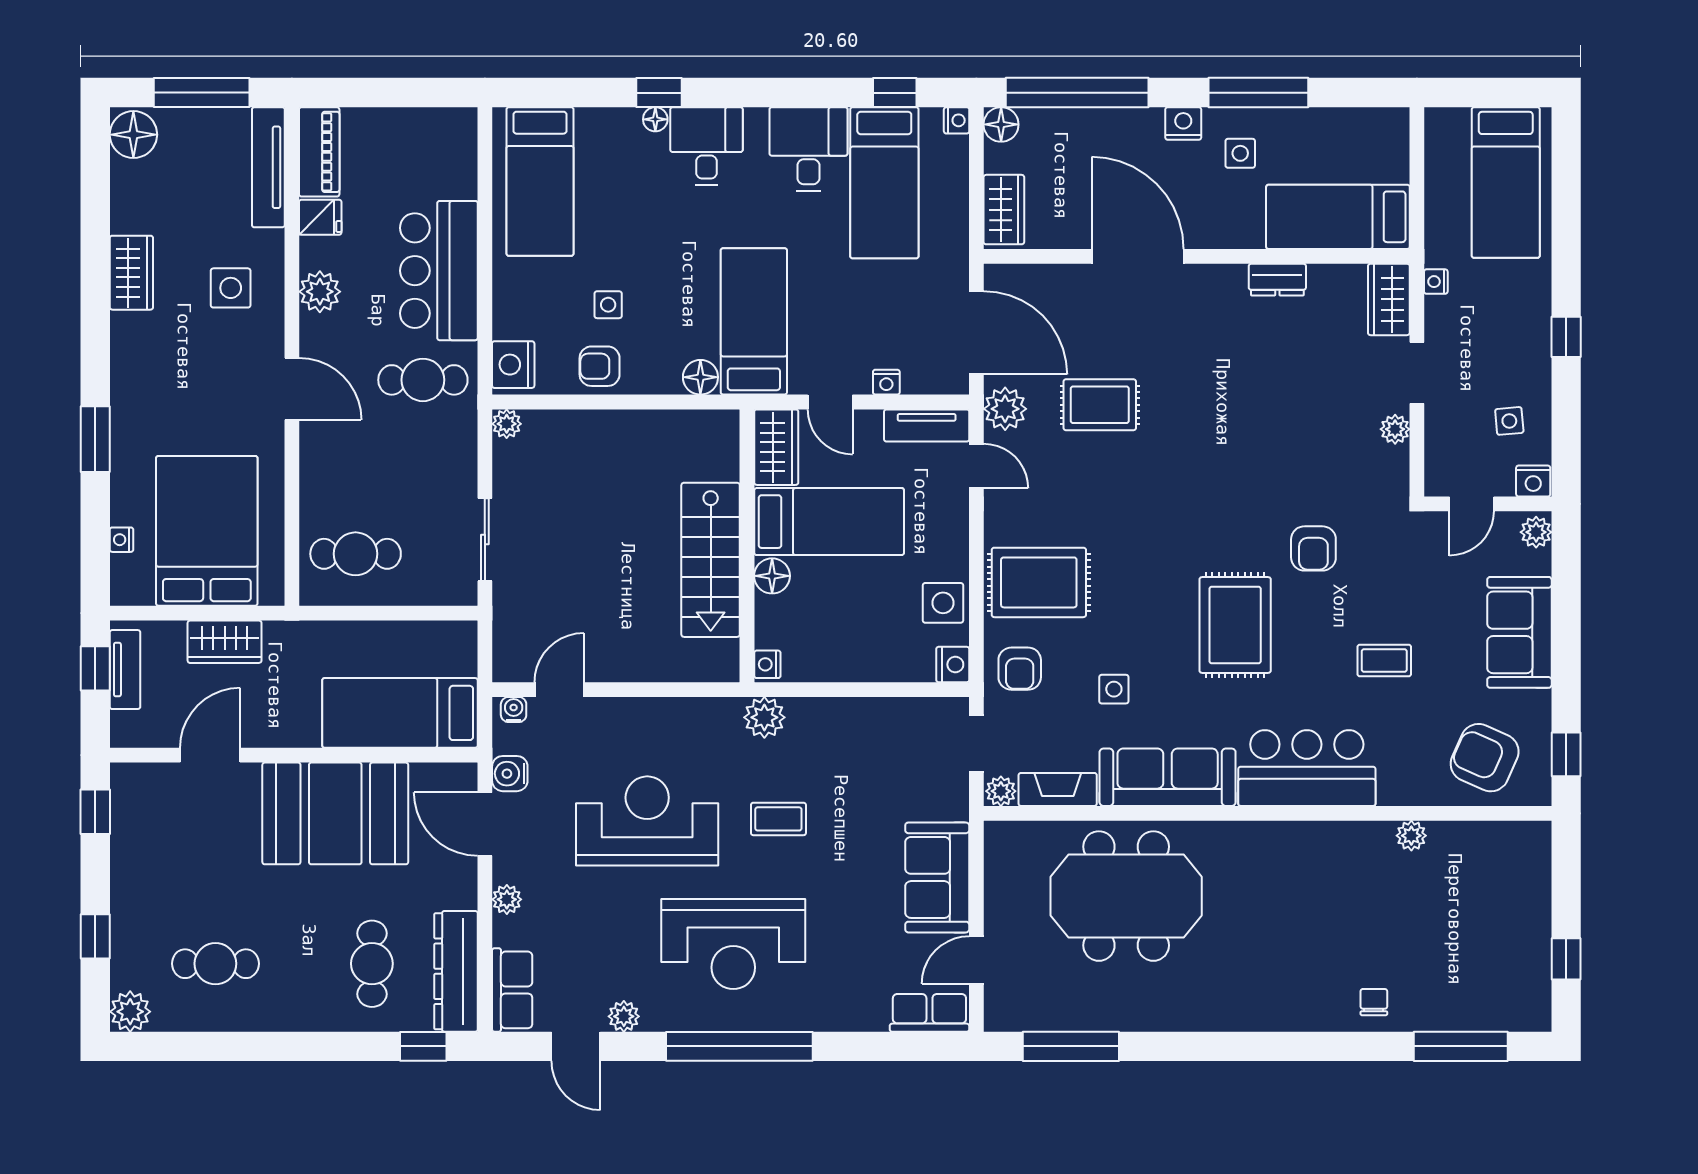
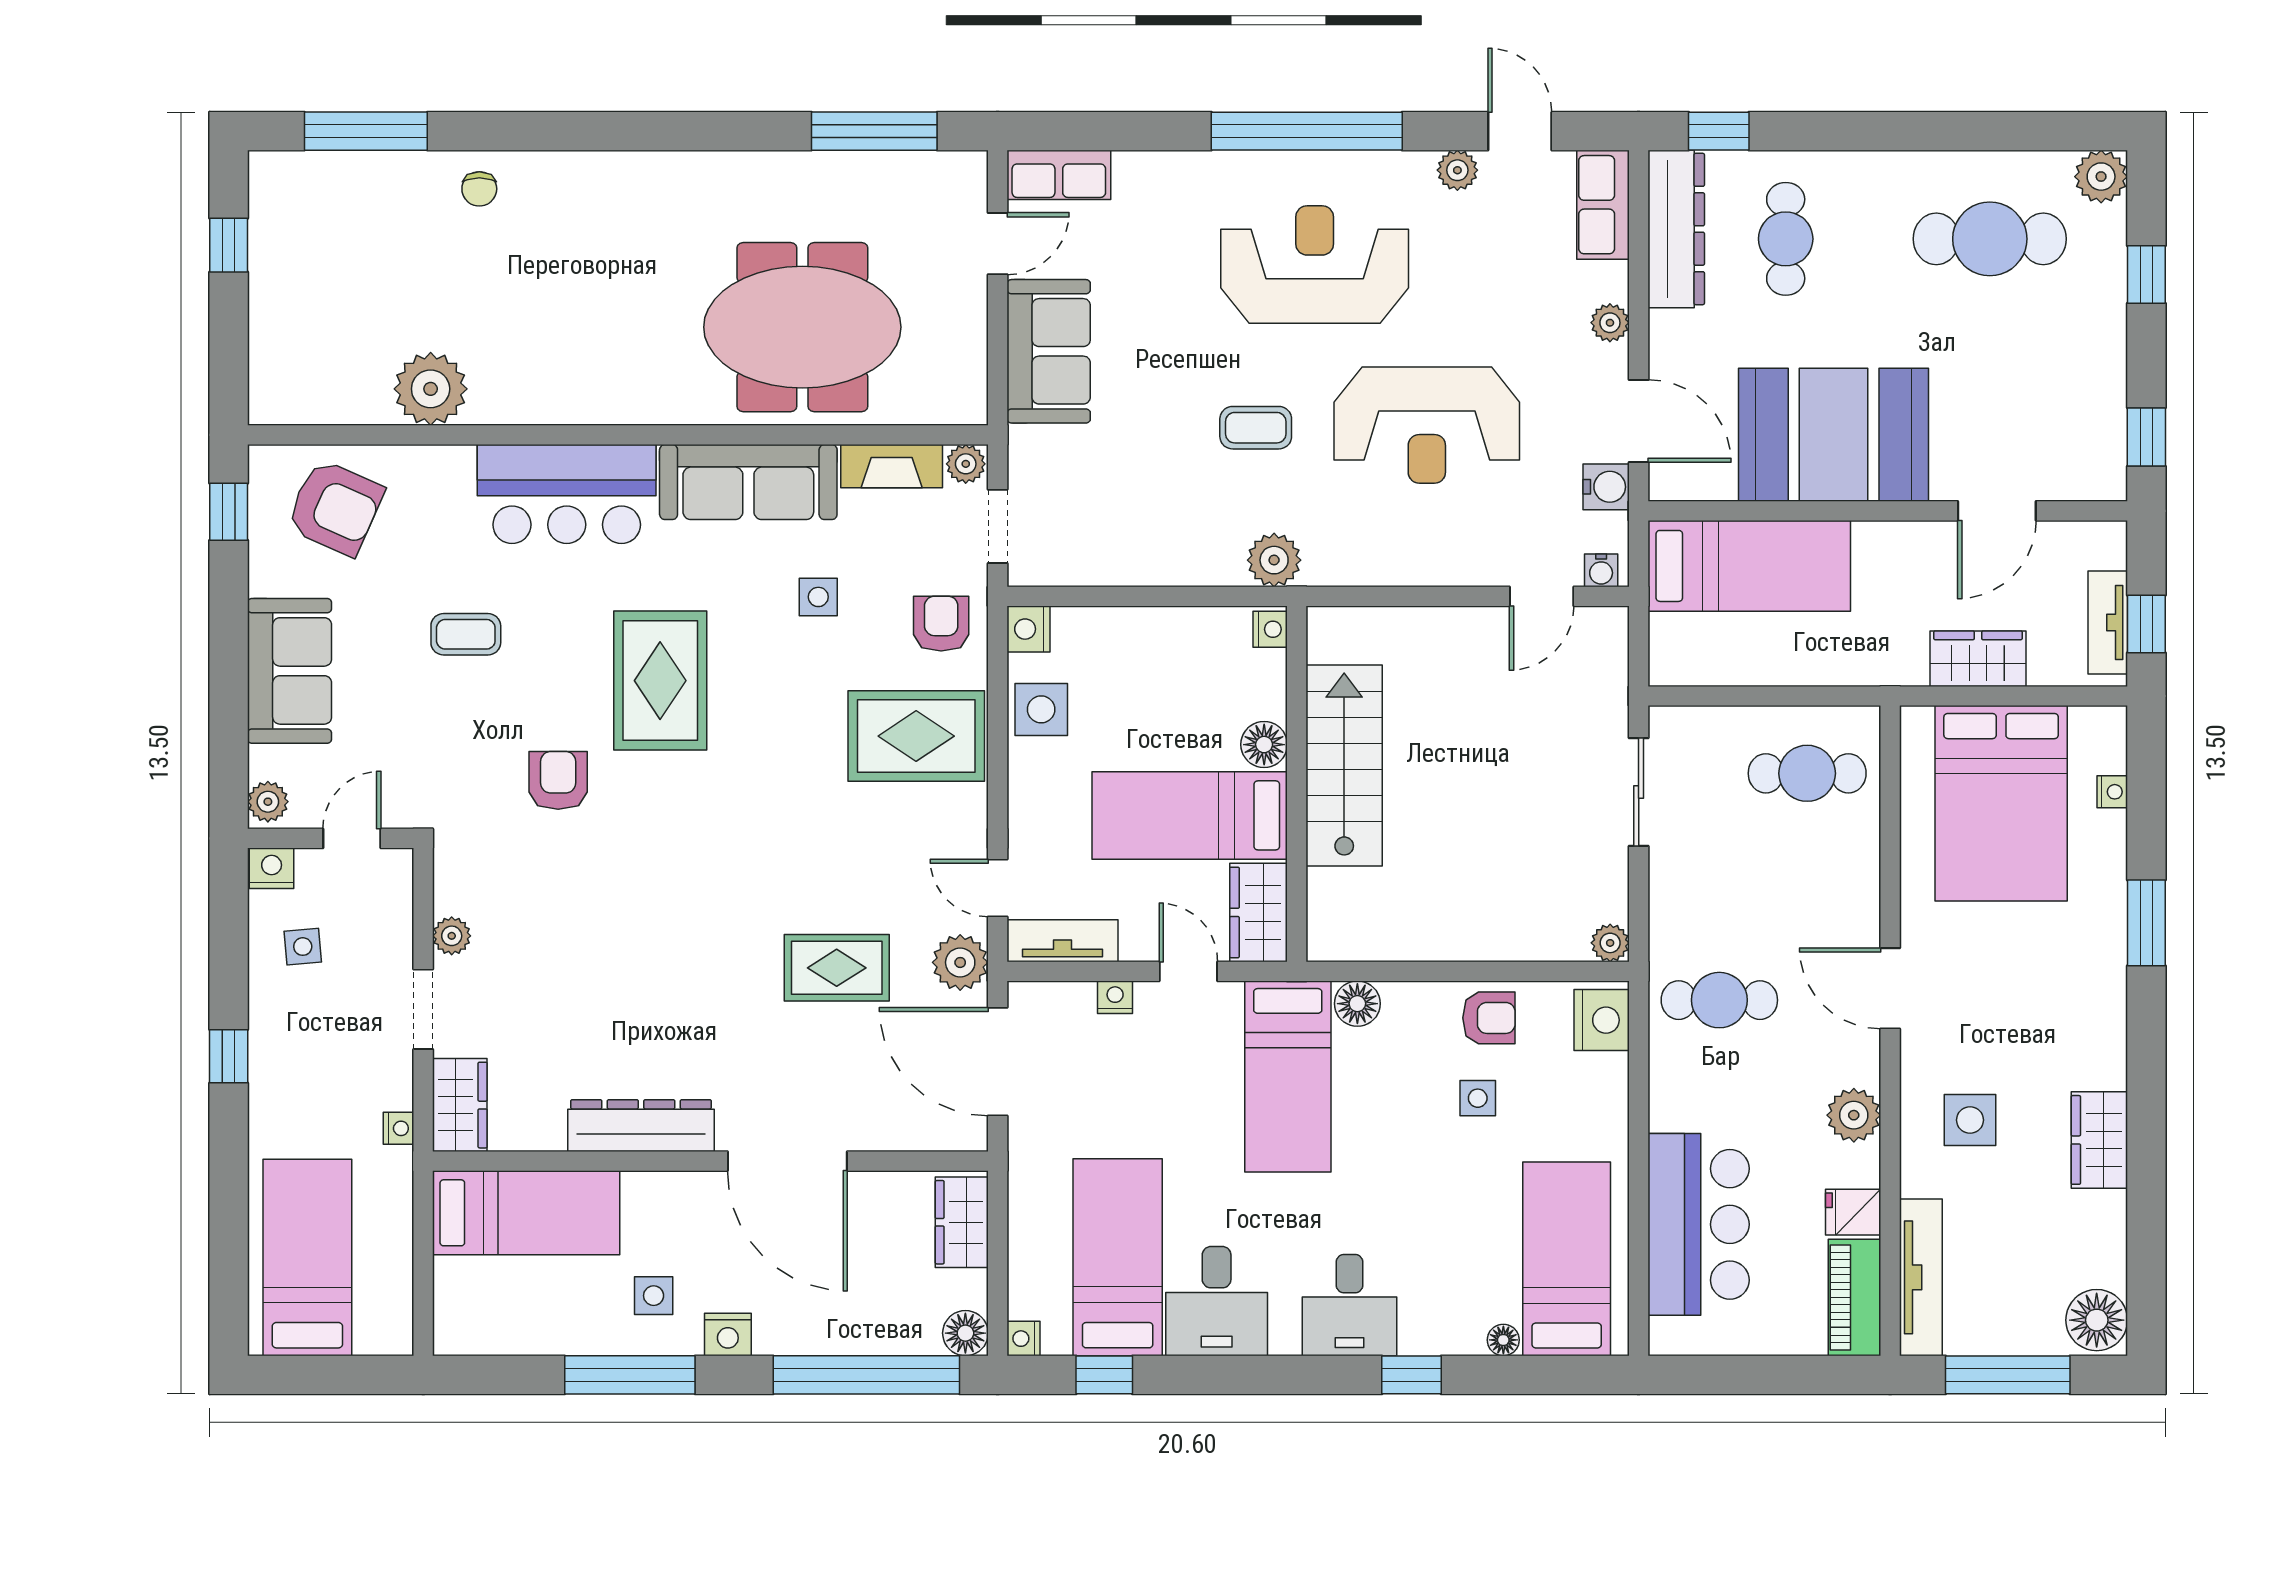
floor lamp: (655, 119) -> (1503, 1340), moved
bar counter: (439, 271) -> (1699, 1224), moved
dresser: (1277, 280) -> (641, 1126), width x1.96, depth x1.24
plant: (1411, 836) -> (431, 389), width x1.87, depth x1.87
cafe table: (215, 964) -> (1990, 239), width x1.37, depth x1.35

